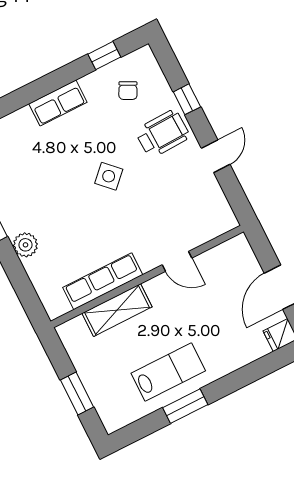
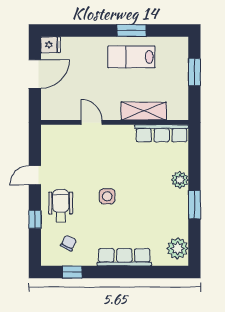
row of seats: (58, 103) -> (124, 257), width x1.48
wheelchair: (162, 134) -> (61, 206), turned 92
side table: (109, 176) -> (107, 196), turned 45
row of seats: (103, 281) -> (162, 133), moved

